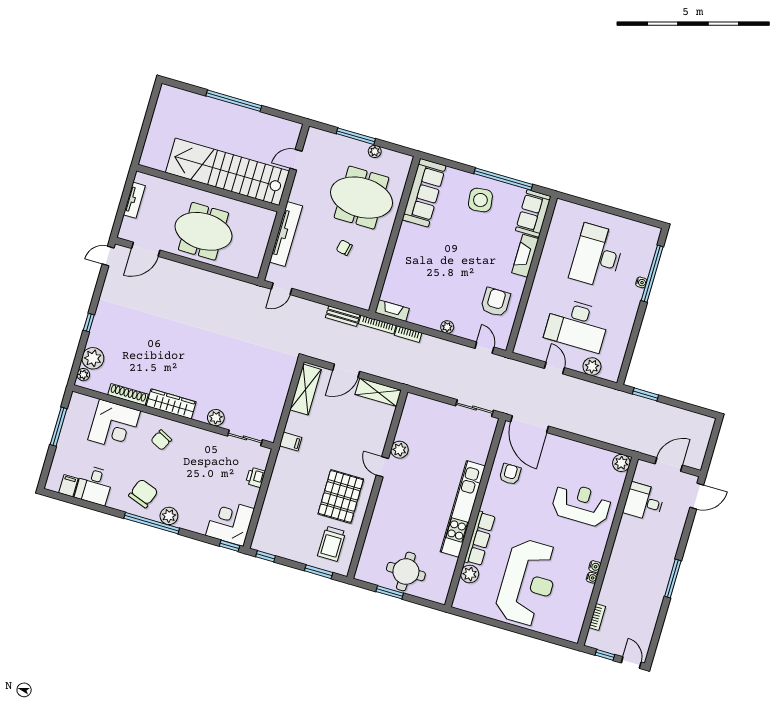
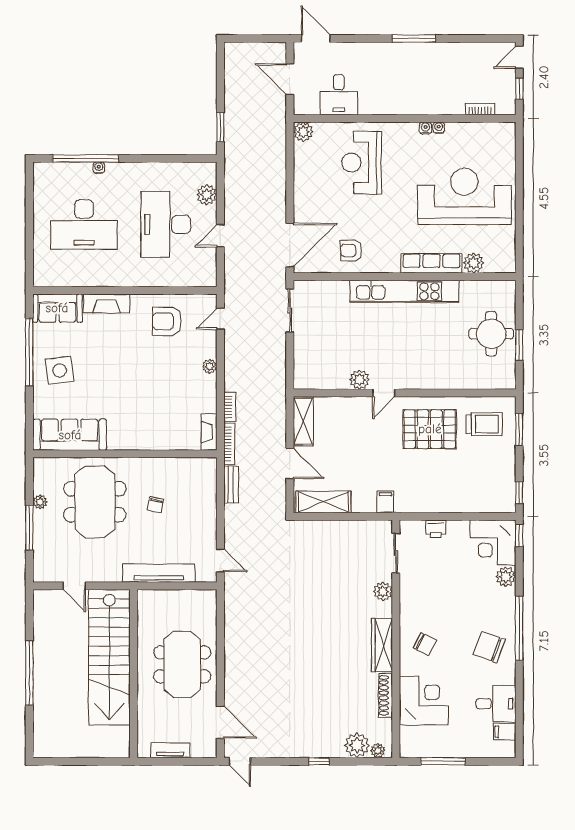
desk: (577, 325) -> (166, 224), turned 180
plant: (169, 516) -> (506, 577), moved

